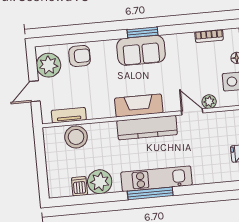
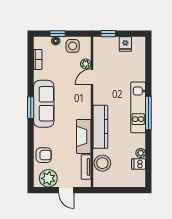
sofa: (141, 50) -> (44, 104), width x1.36
armchair: (80, 56) -> (44, 155), turned 90
fireplace: (139, 105) -> (84, 136), moved
kitchen counter: (147, 128) -> (100, 127), moved
plant: (100, 182) -> (141, 153), width x0.53, depth x0.53

